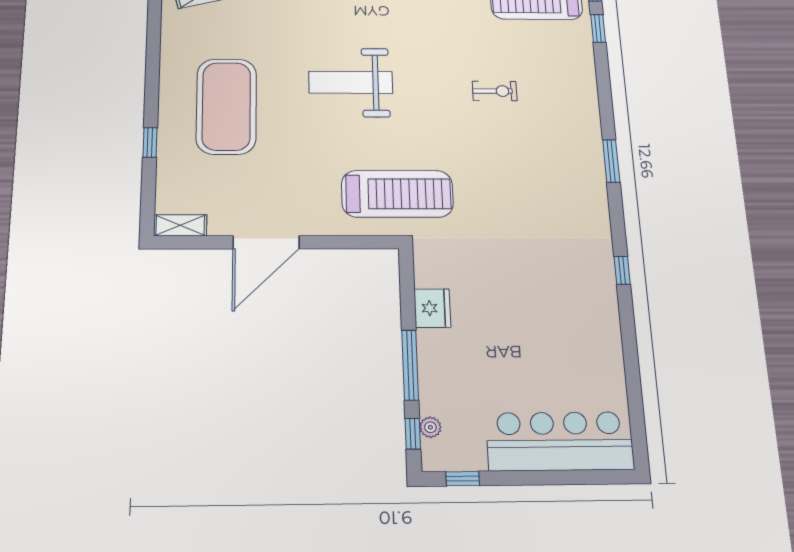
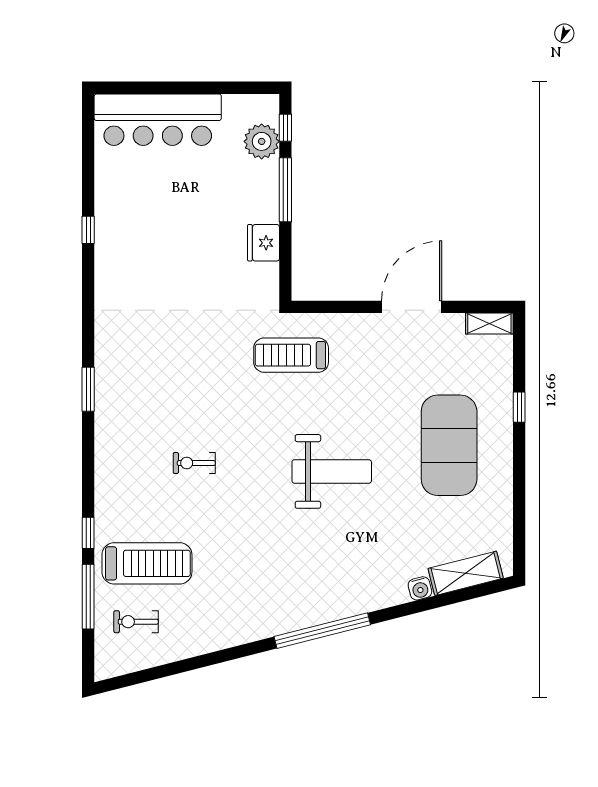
treadmill: (397, 194) -> (291, 355), width x0.73, depth x0.73
window: (622, 270) -> (88, 230), moved
plant: (430, 427) -> (262, 141), width x1.87, depth x1.87
window: (463, 479) -> (244, 88), removed

